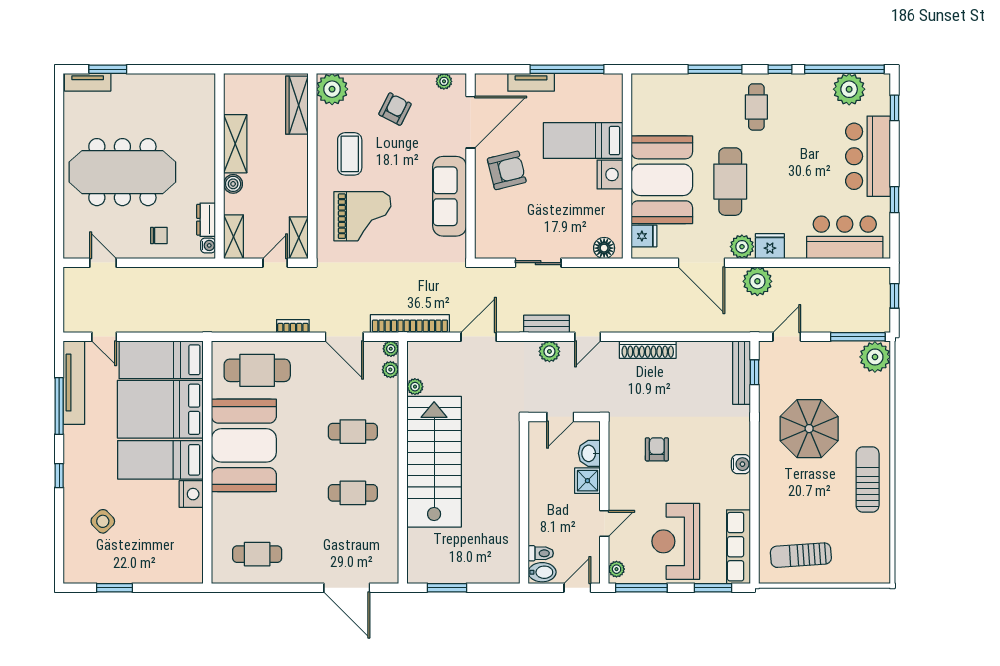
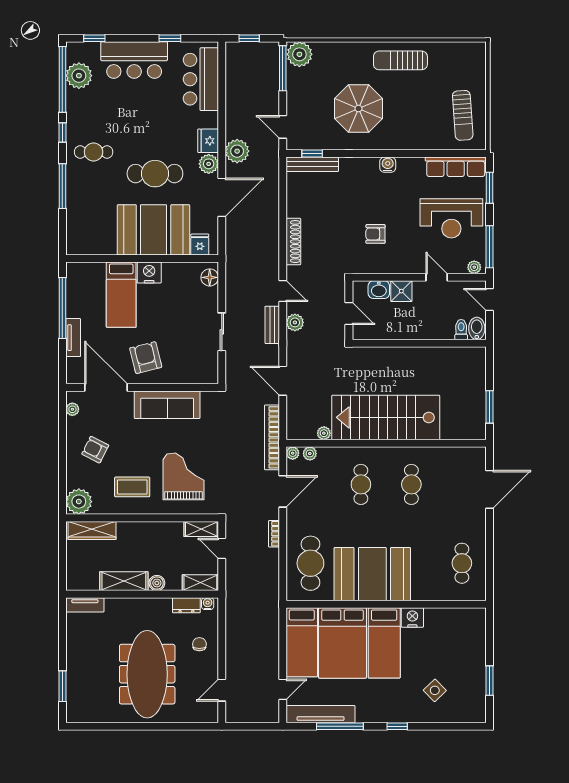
tv unit: (88, 82) -> (85, 605), moved, turned 90

